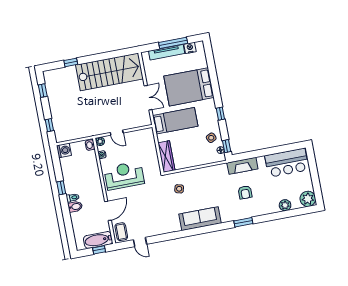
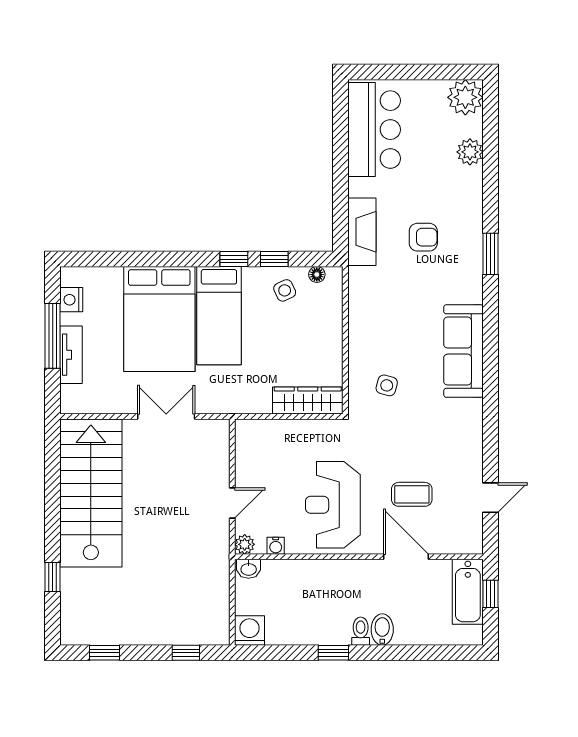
tv unit: (167, 52) -> (71, 355), width x0.71
bed: (175, 121) -> (219, 316), moved, turned 180
window: (227, 146) -> (274, 259), moved
coffee table: (121, 232) -> (412, 494), moved

